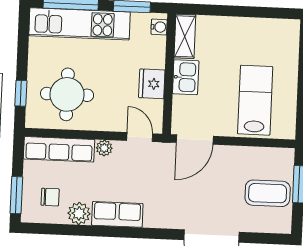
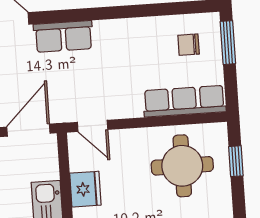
plant: (104, 148) -> (132, 109), removed
plant: (79, 213) -> (153, 29), removed
row of seats: (117, 214) -> (63, 36), moved

